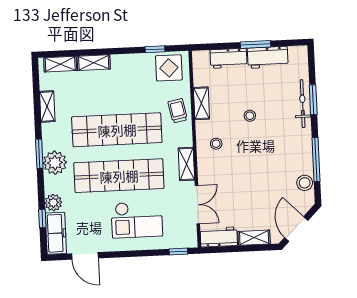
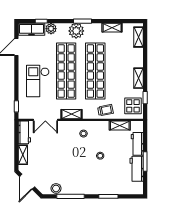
shelving: (94, 63) -> (139, 78), moved
shelving: (201, 103) -> (120, 125), moved
bicycle: (303, 104) -> (106, 189), removed
door: (296, 229) -> (27, 182), swing flipped

